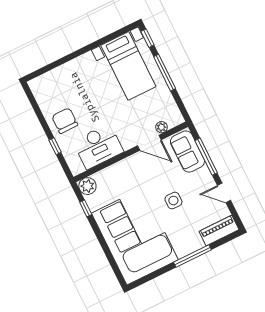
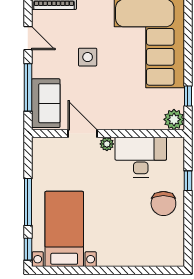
plant: (161, 127) -> (107, 144), moved

